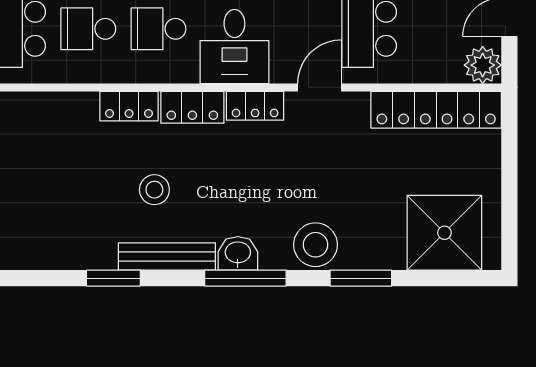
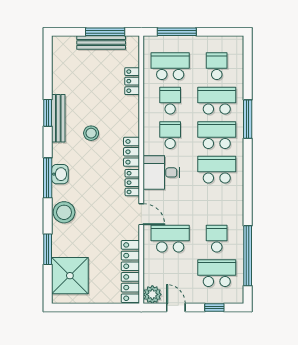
locker: (129, 106) -> (132, 81), moved
bench: (167, 256) -> (58, 118), moved
window: (361, 278) -> (48, 249), moved

